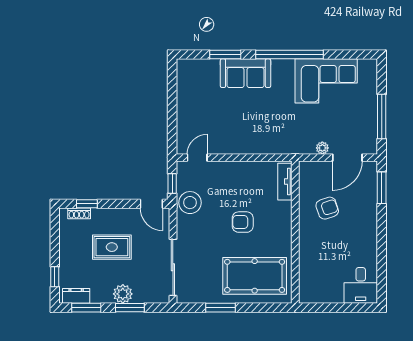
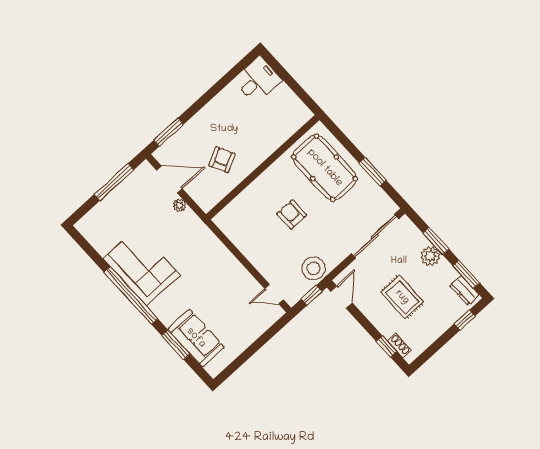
sofa: (245, 73) -> (196, 338), moved
corner sofa: (326, 81) -> (142, 267), moved
tv unit: (285, 182) -> (231, 211), removed
armchair: (327, 208) -> (222, 160), turned 82
armchair: (243, 222) -> (292, 214), turned 180

